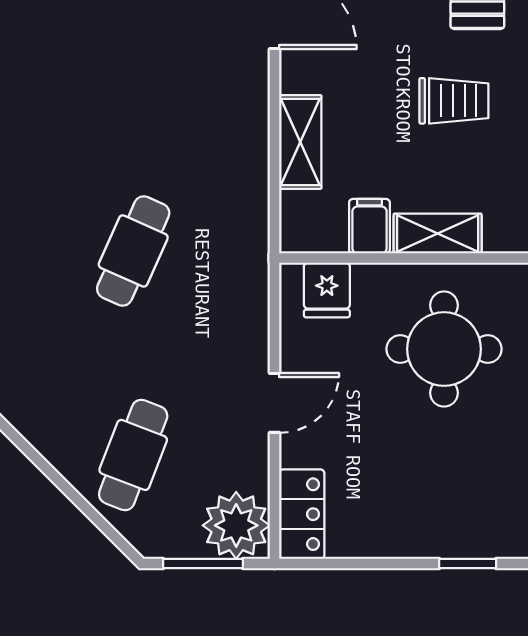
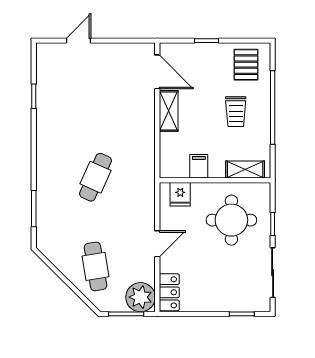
trolley: (454, 101) -> (236, 112), turned 90
shelving: (300, 142) -> (169, 111), moved
shelving: (438, 233) -> (245, 170), moved
cafe table: (133, 455) -> (96, 266), turned -30

